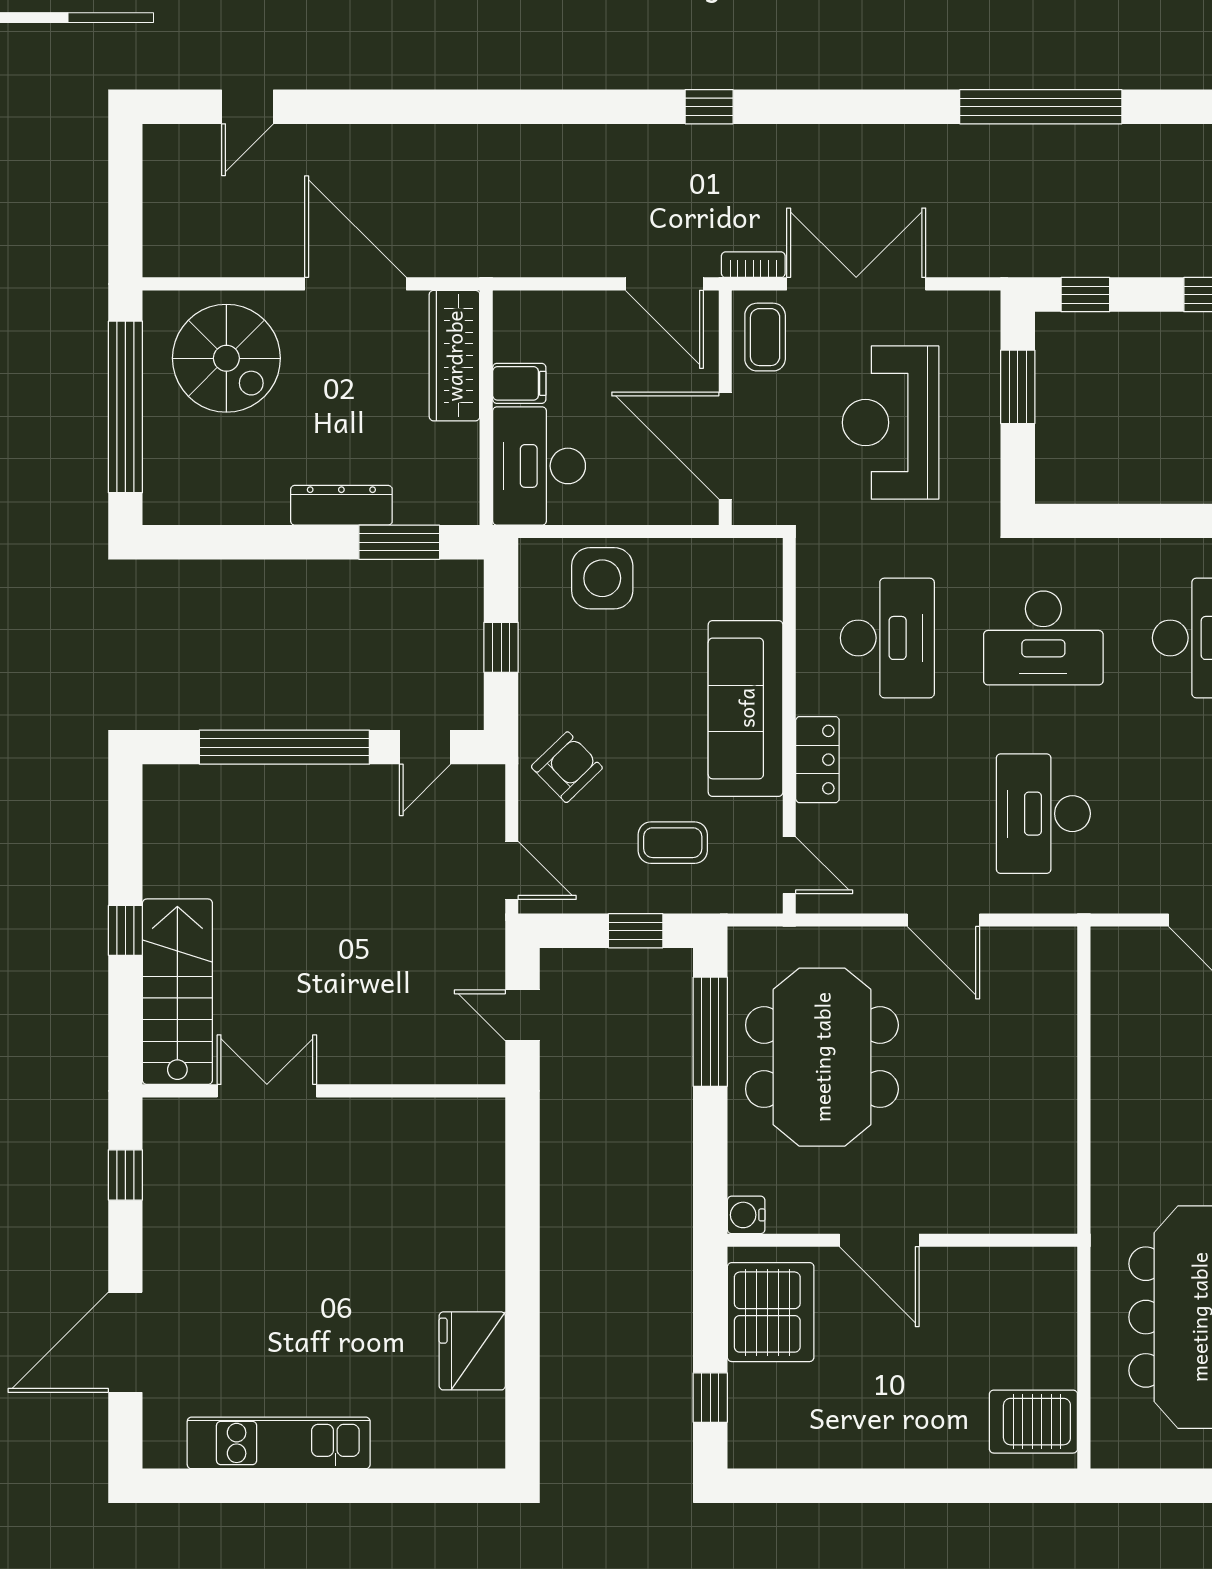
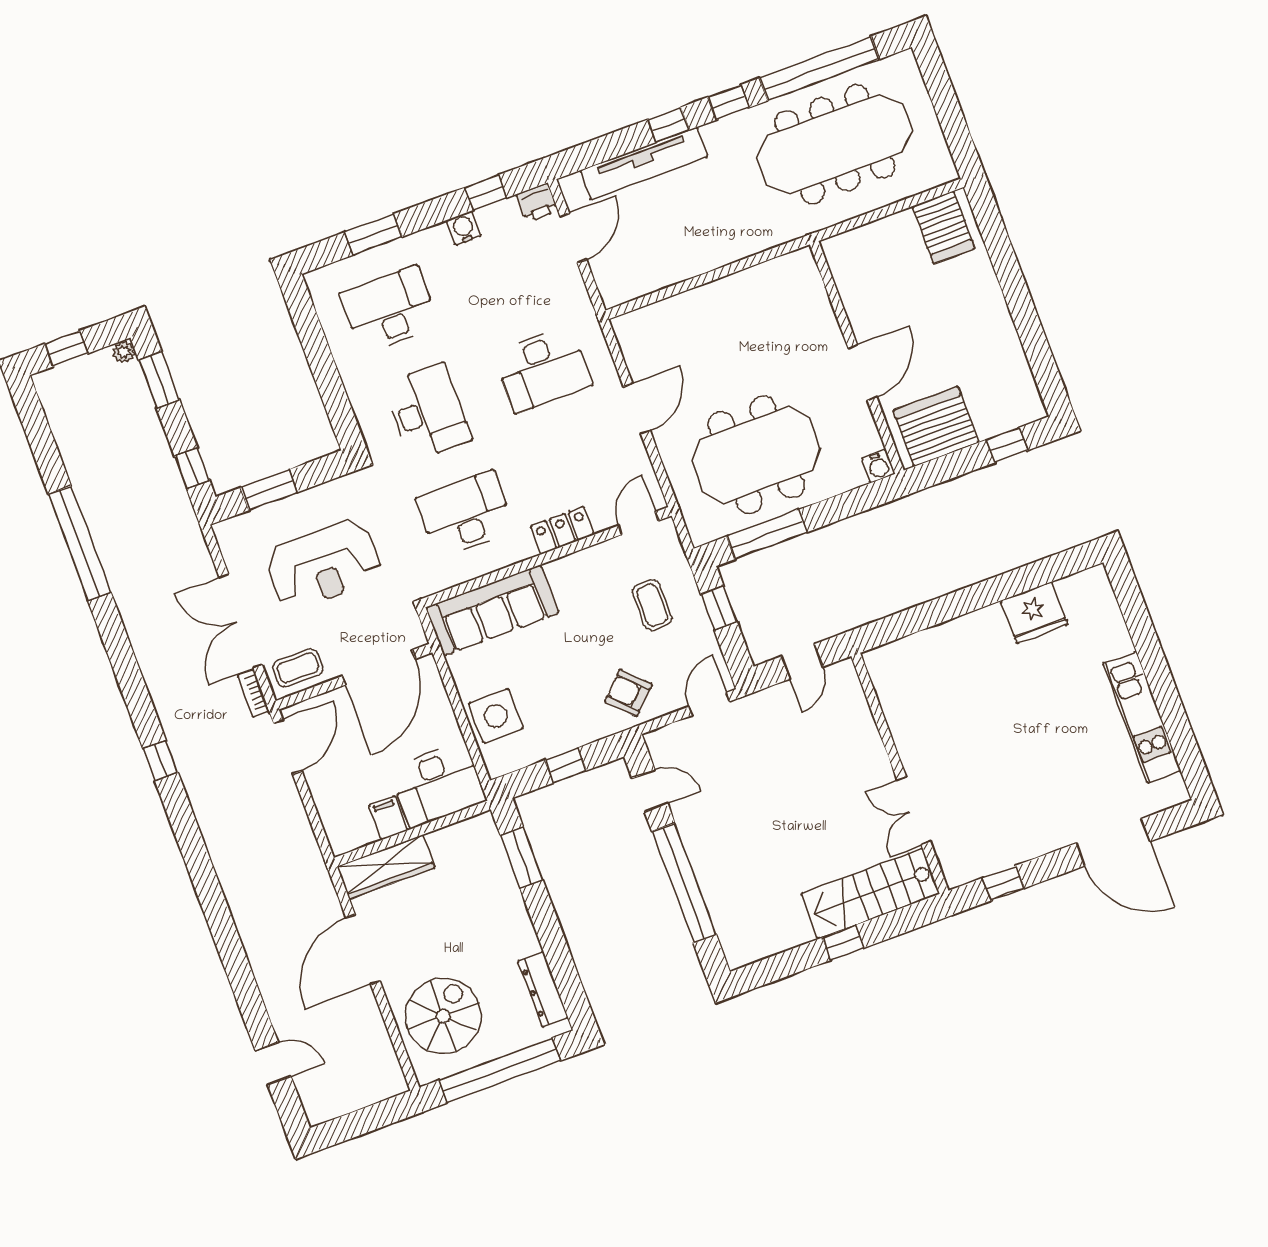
dresser: (341, 505) -> (543, 989), moved
sofa: (746, 708) -> (492, 610), moved

